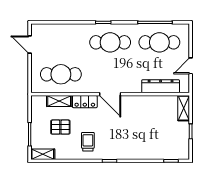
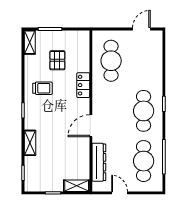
door: (110, 94) -> (91, 126), moved
shelving: (59, 101) -> (30, 143), moved

